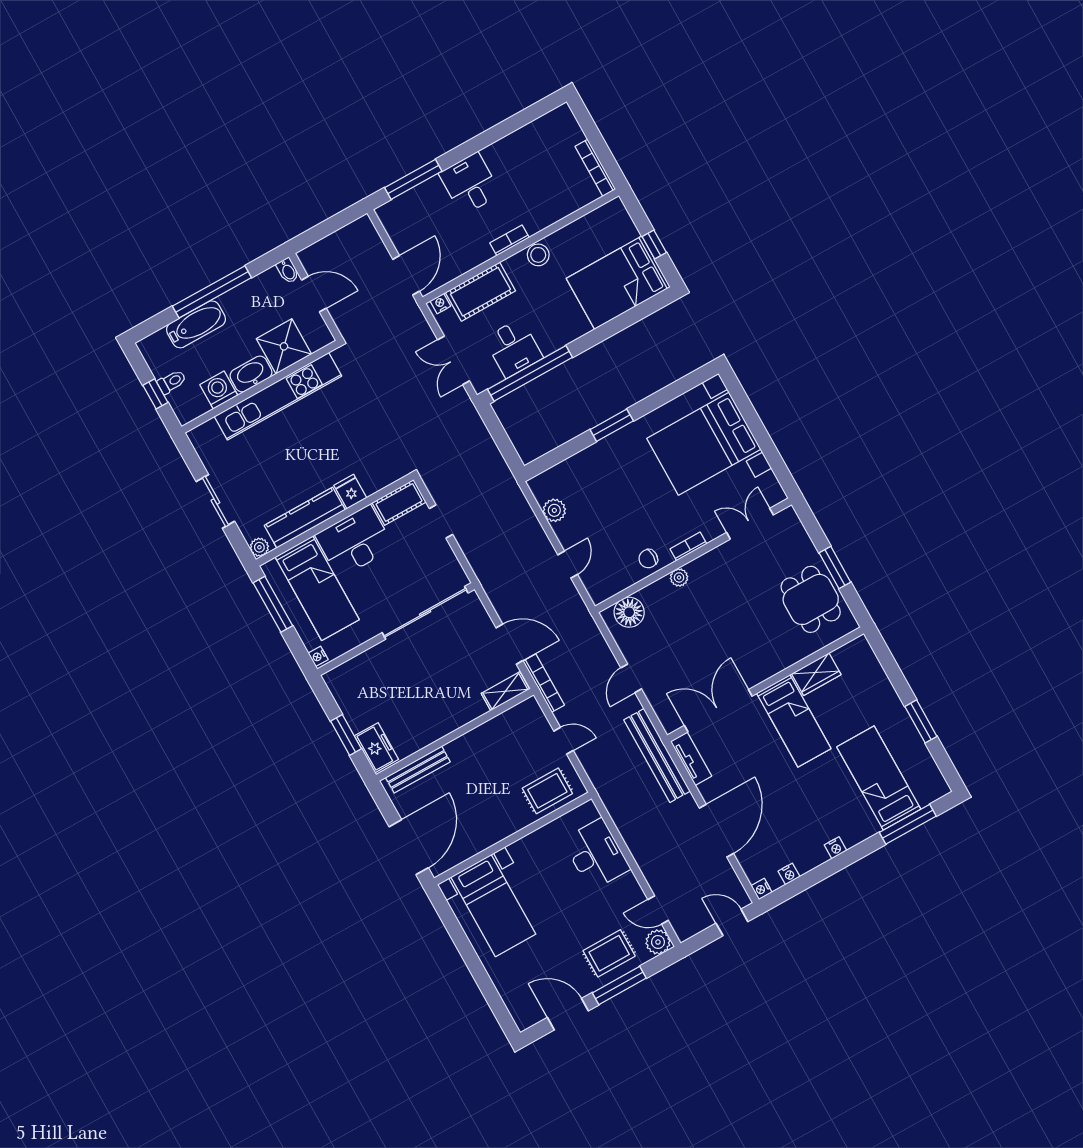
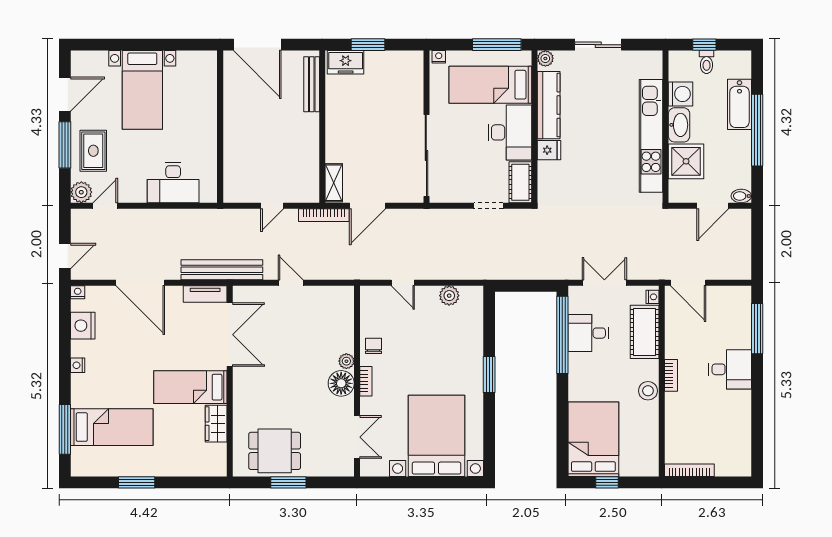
floor lamp: (629, 612) -> (341, 383), moved
rug: (547, 791) -> (241, 173), removed
nightstand: (789, 874) -> (83, 326), width x1.89, depth x1.79
bed with nightstands: (493, 906) -> (142, 90), moved, turned -90

